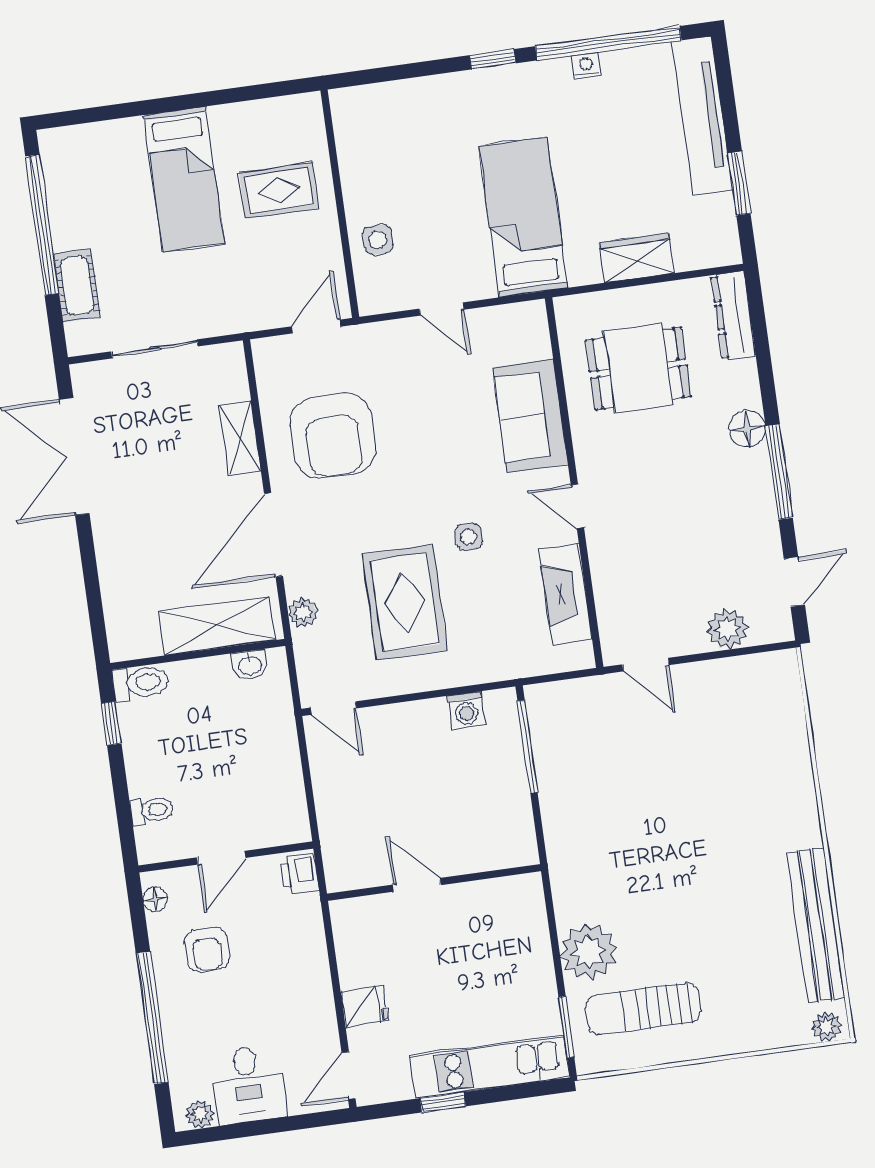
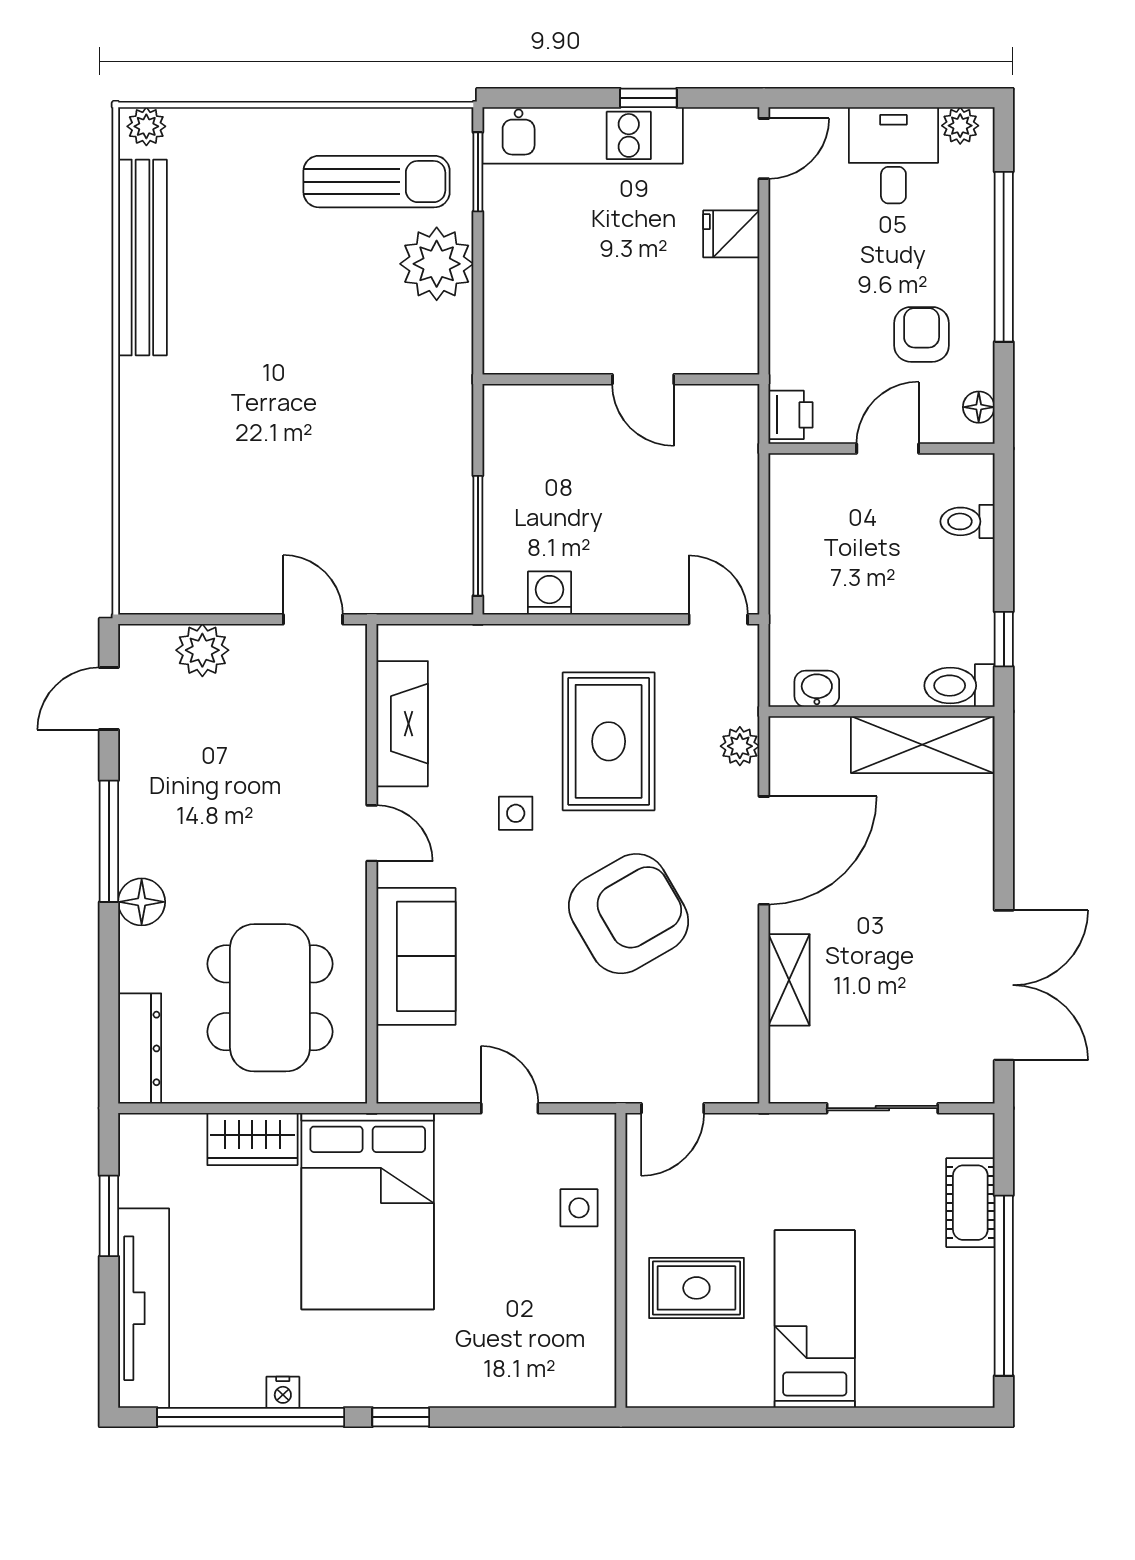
bed: (523, 217) -> (368, 1211), width x1.50
dining table: (638, 368) -> (270, 998), width x1.38
armchair: (333, 436) -> (629, 914), moved, turned 60
shelving: (217, 626) -> (922, 745), moved

